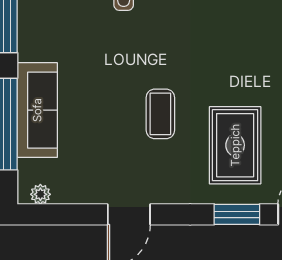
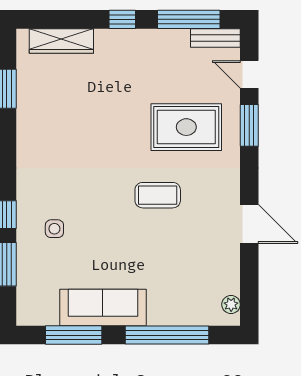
sofa: (37, 110) -> (103, 308), moved

